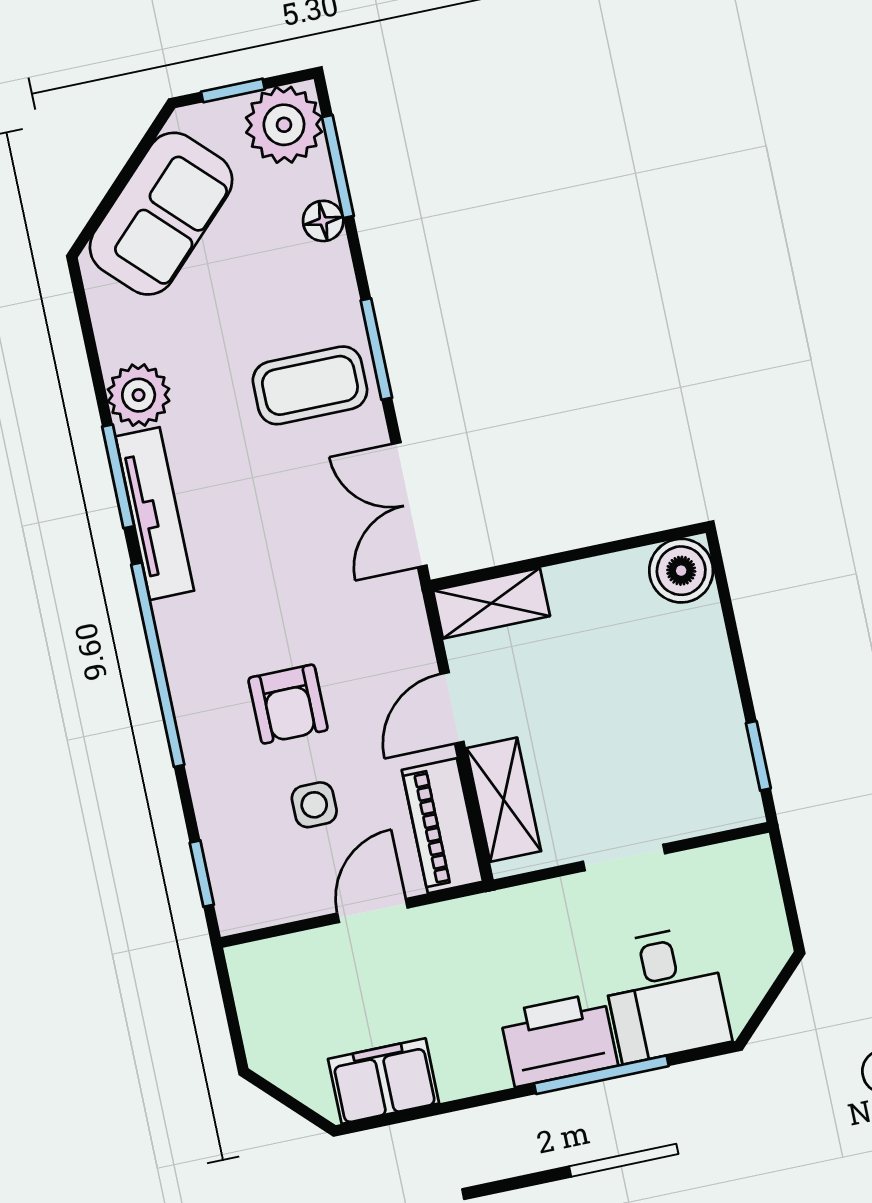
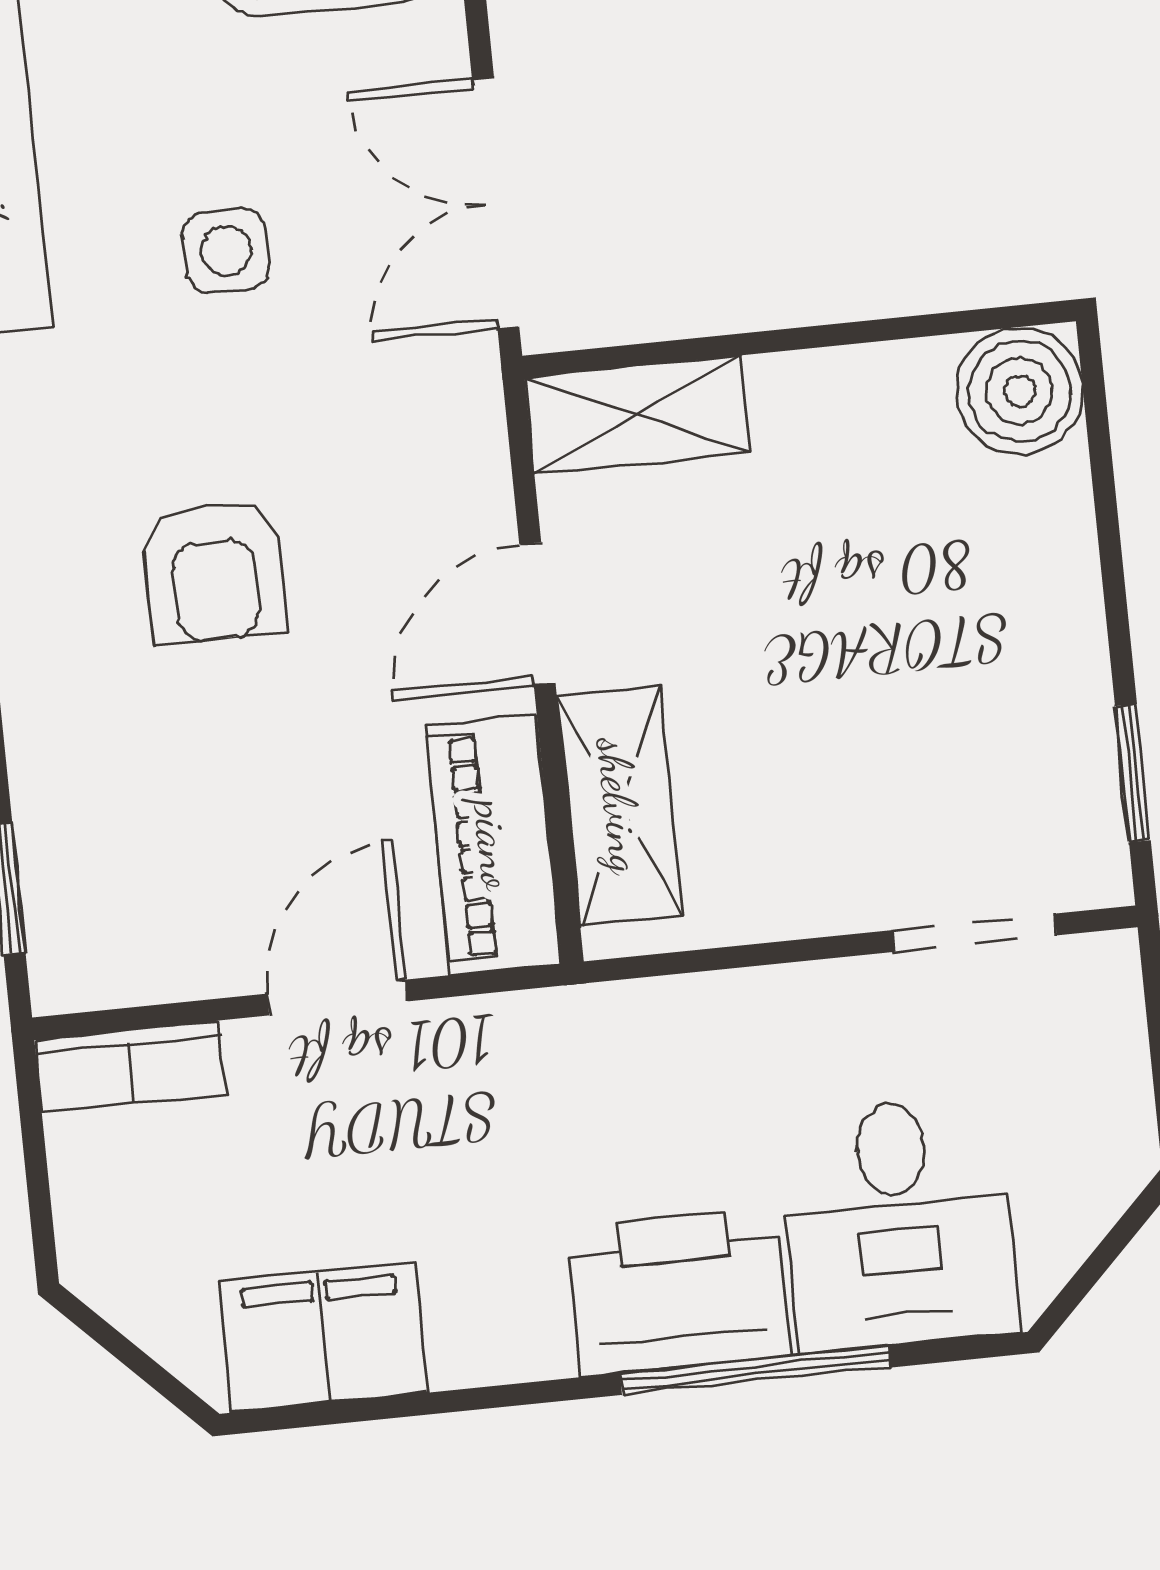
side table: (314, 805) -> (226, 251), moved
doorway: (624, 858) -> (974, 933), moved
bookcase: (273, 956) -> (130, 1067), added

